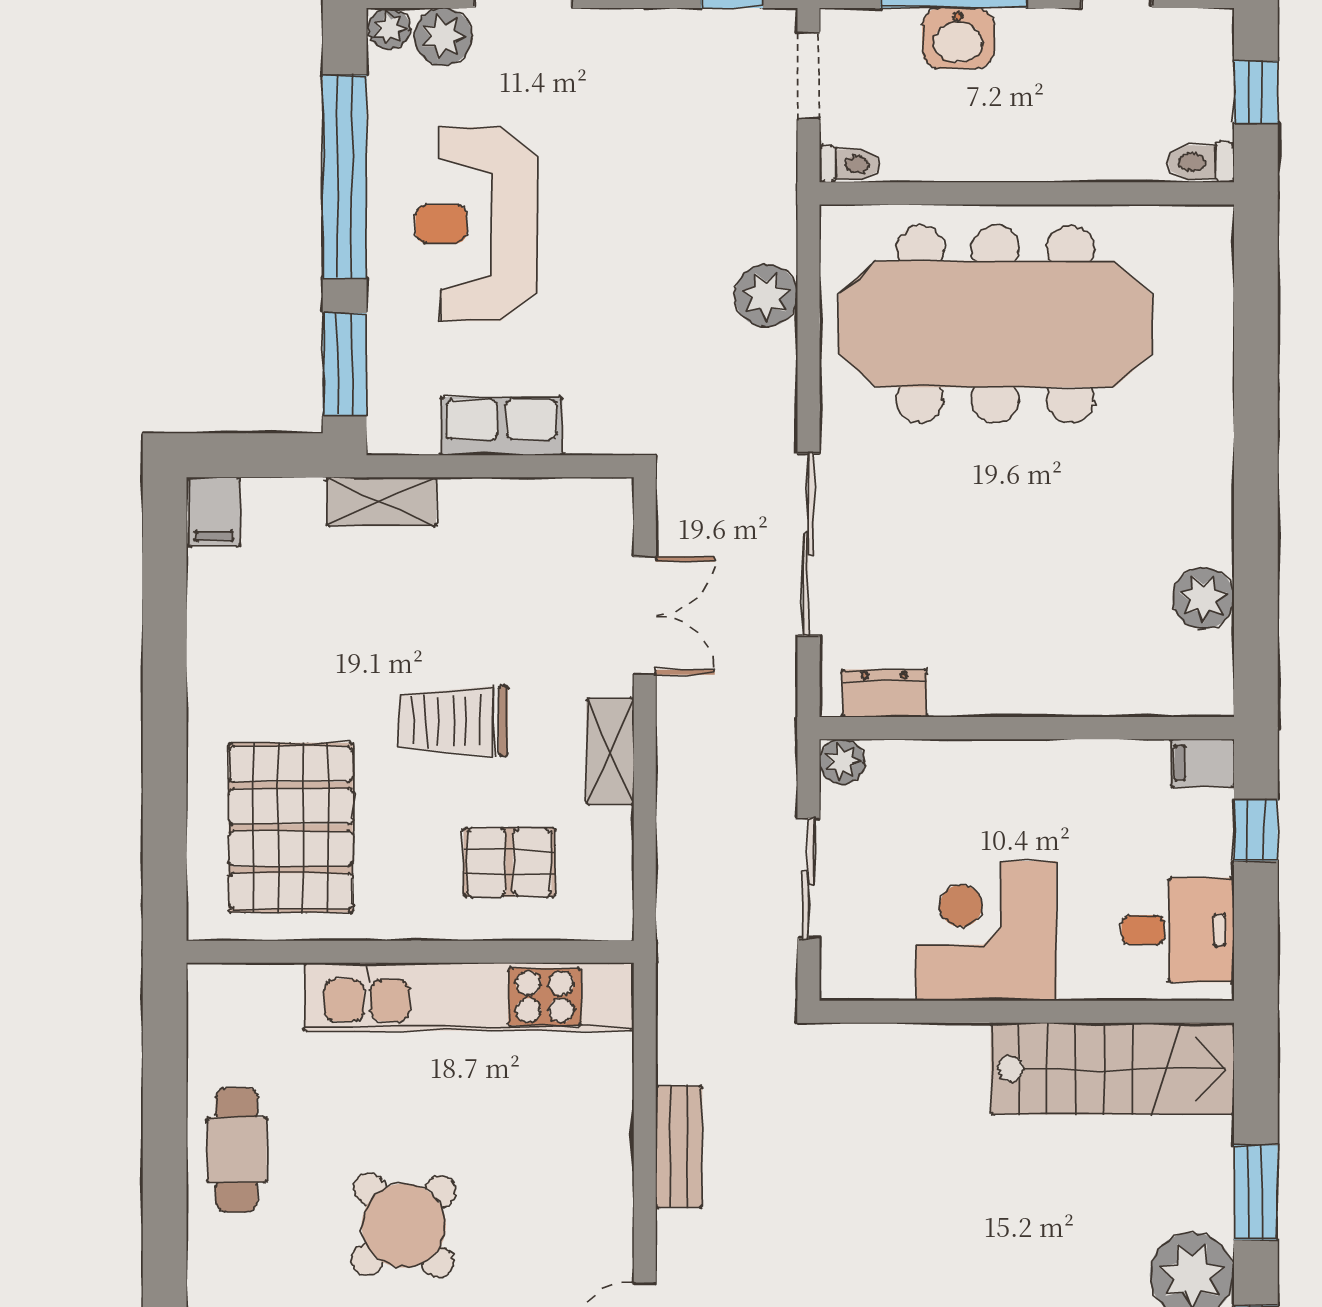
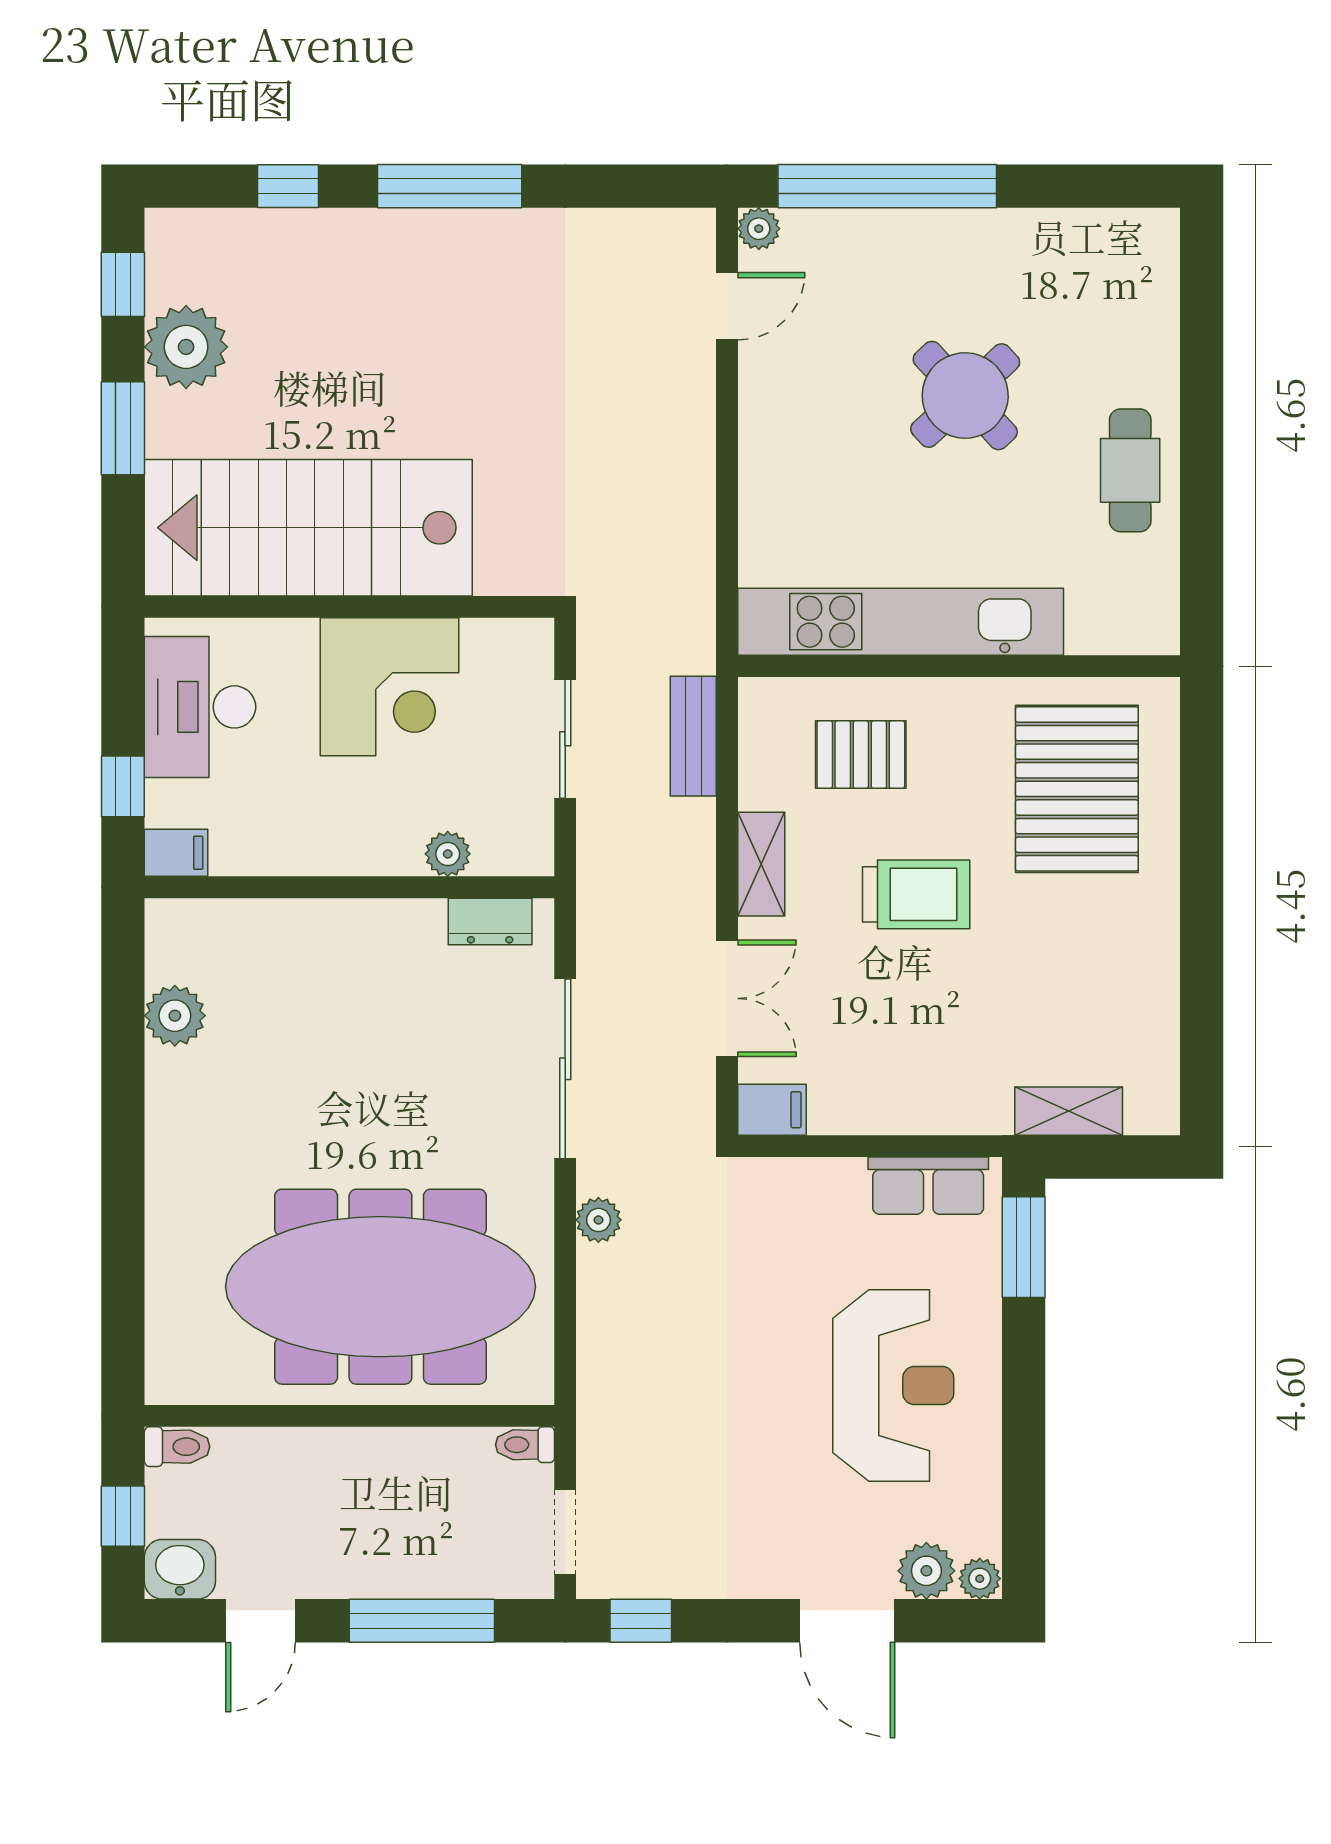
washbasin: (958, 38) -> (180, 1569), moved
window: (345, 177) -> (1024, 1432), removed
plant: (766, 296) -> (598, 1220), moved, width x0.73, depth x0.73
row of seats: (502, 426) -> (928, 1186), moved
shelving: (381, 502) -> (1069, 1111), moved
filing cabinet: (214, 512) -> (772, 1110), moved, turned 90
double door: (645, 616) -> (727, 998), swing flipped
plant: (842, 762) -> (448, 854), moved
desk: (1178, 930) -> (200, 707), width x1.37
stairs: (1112, 1069) -> (308, 528), width x1.36, depth x1.51
bench: (679, 1147) -> (693, 736), moved

